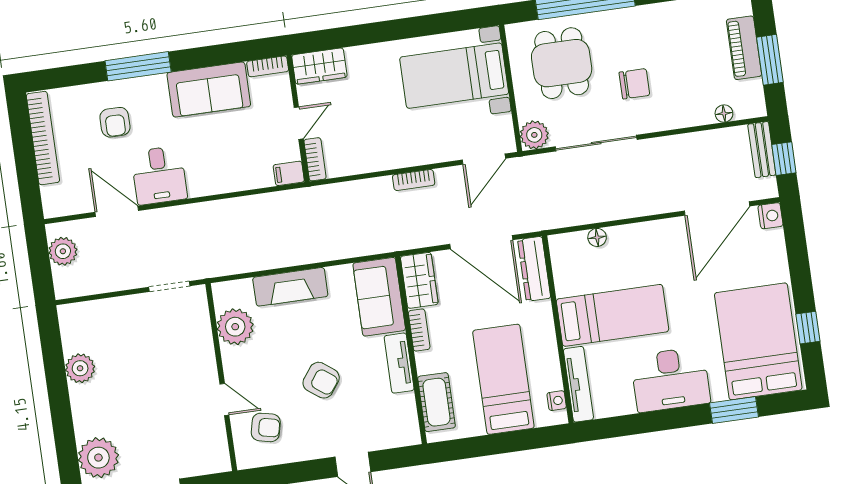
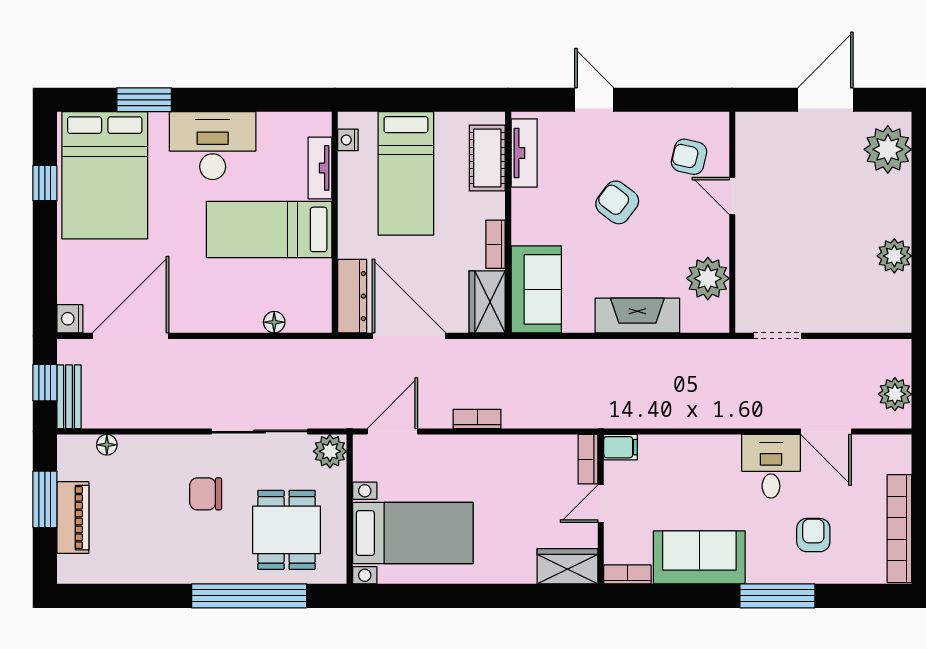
tv unit: (399, 363) -> (524, 153), moved
tv unit: (578, 384) -> (320, 168), width x0.71

